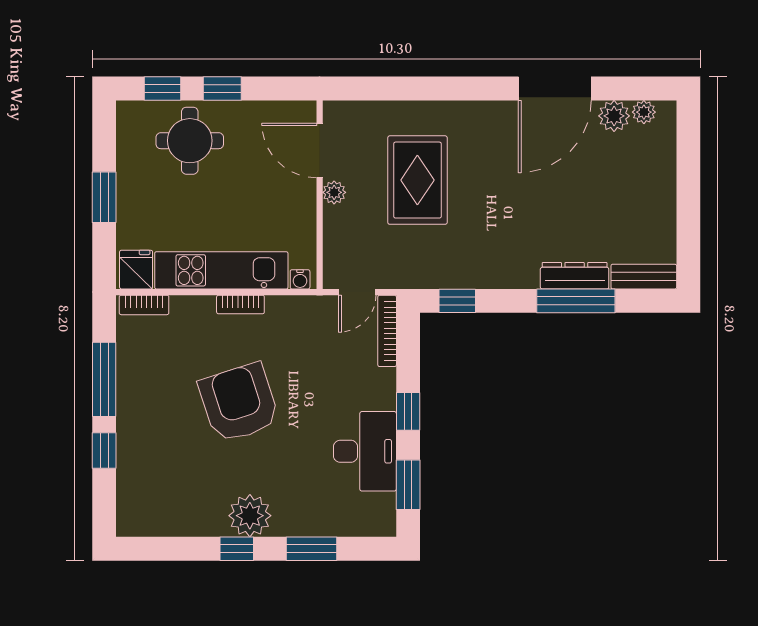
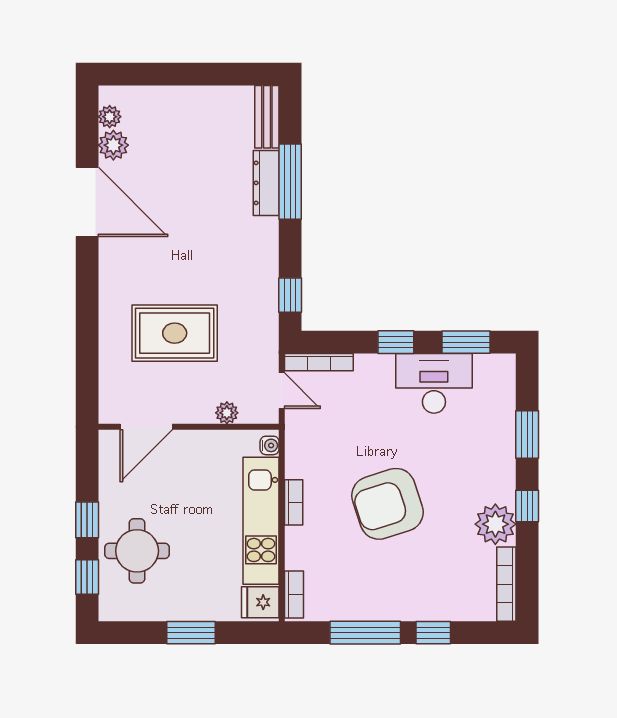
plant: (334, 192) -> (227, 413), moved
plant: (250, 516) -> (495, 524), moved
bookcase: (155, 527) -> (506, 584), added

